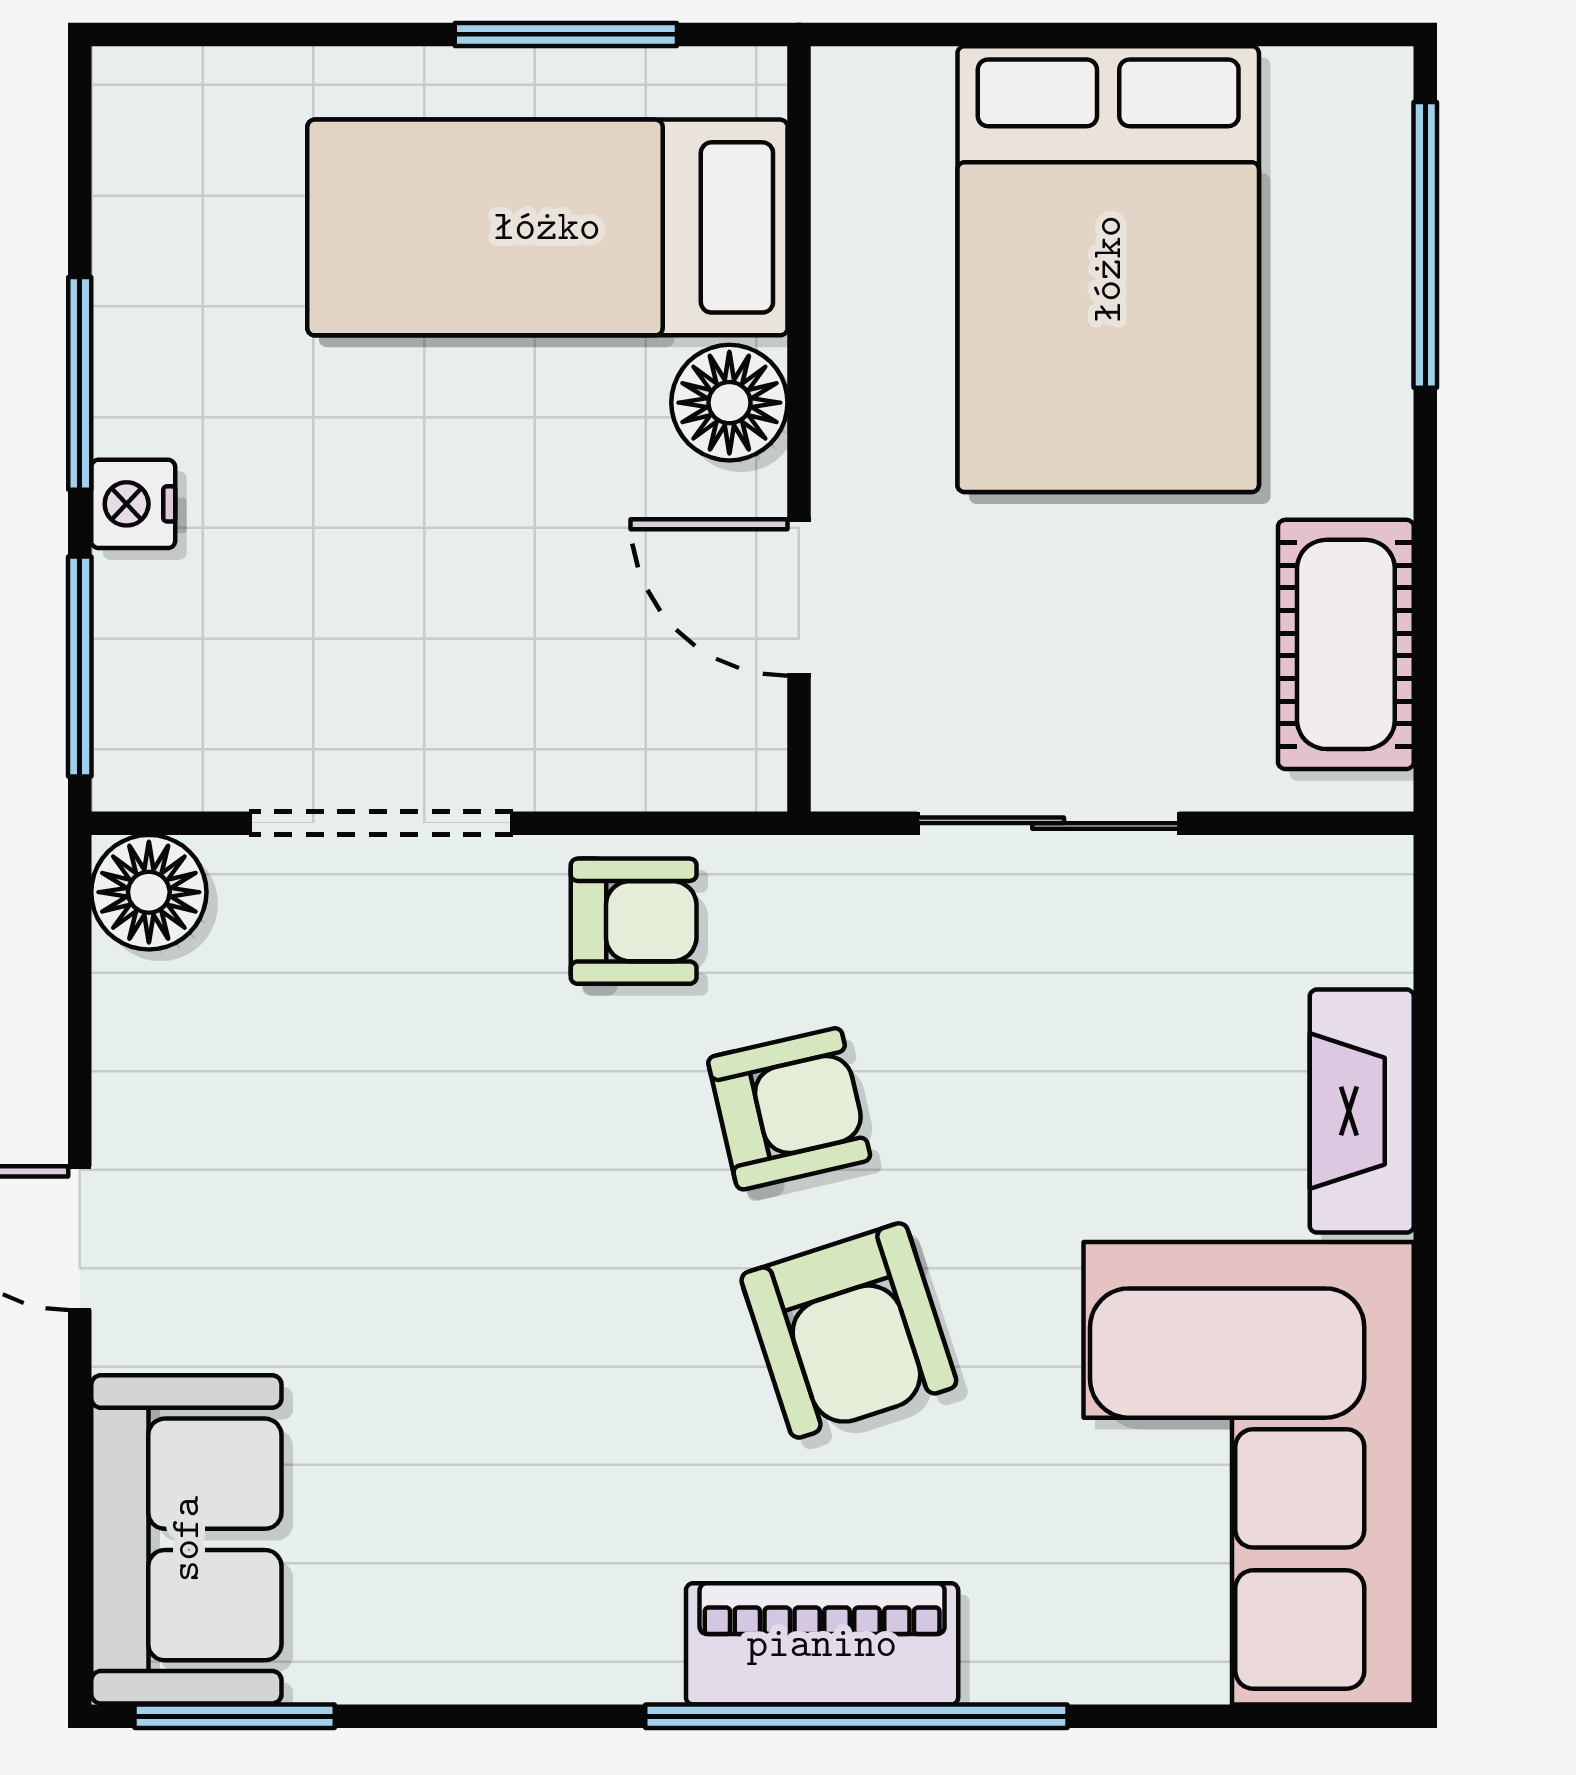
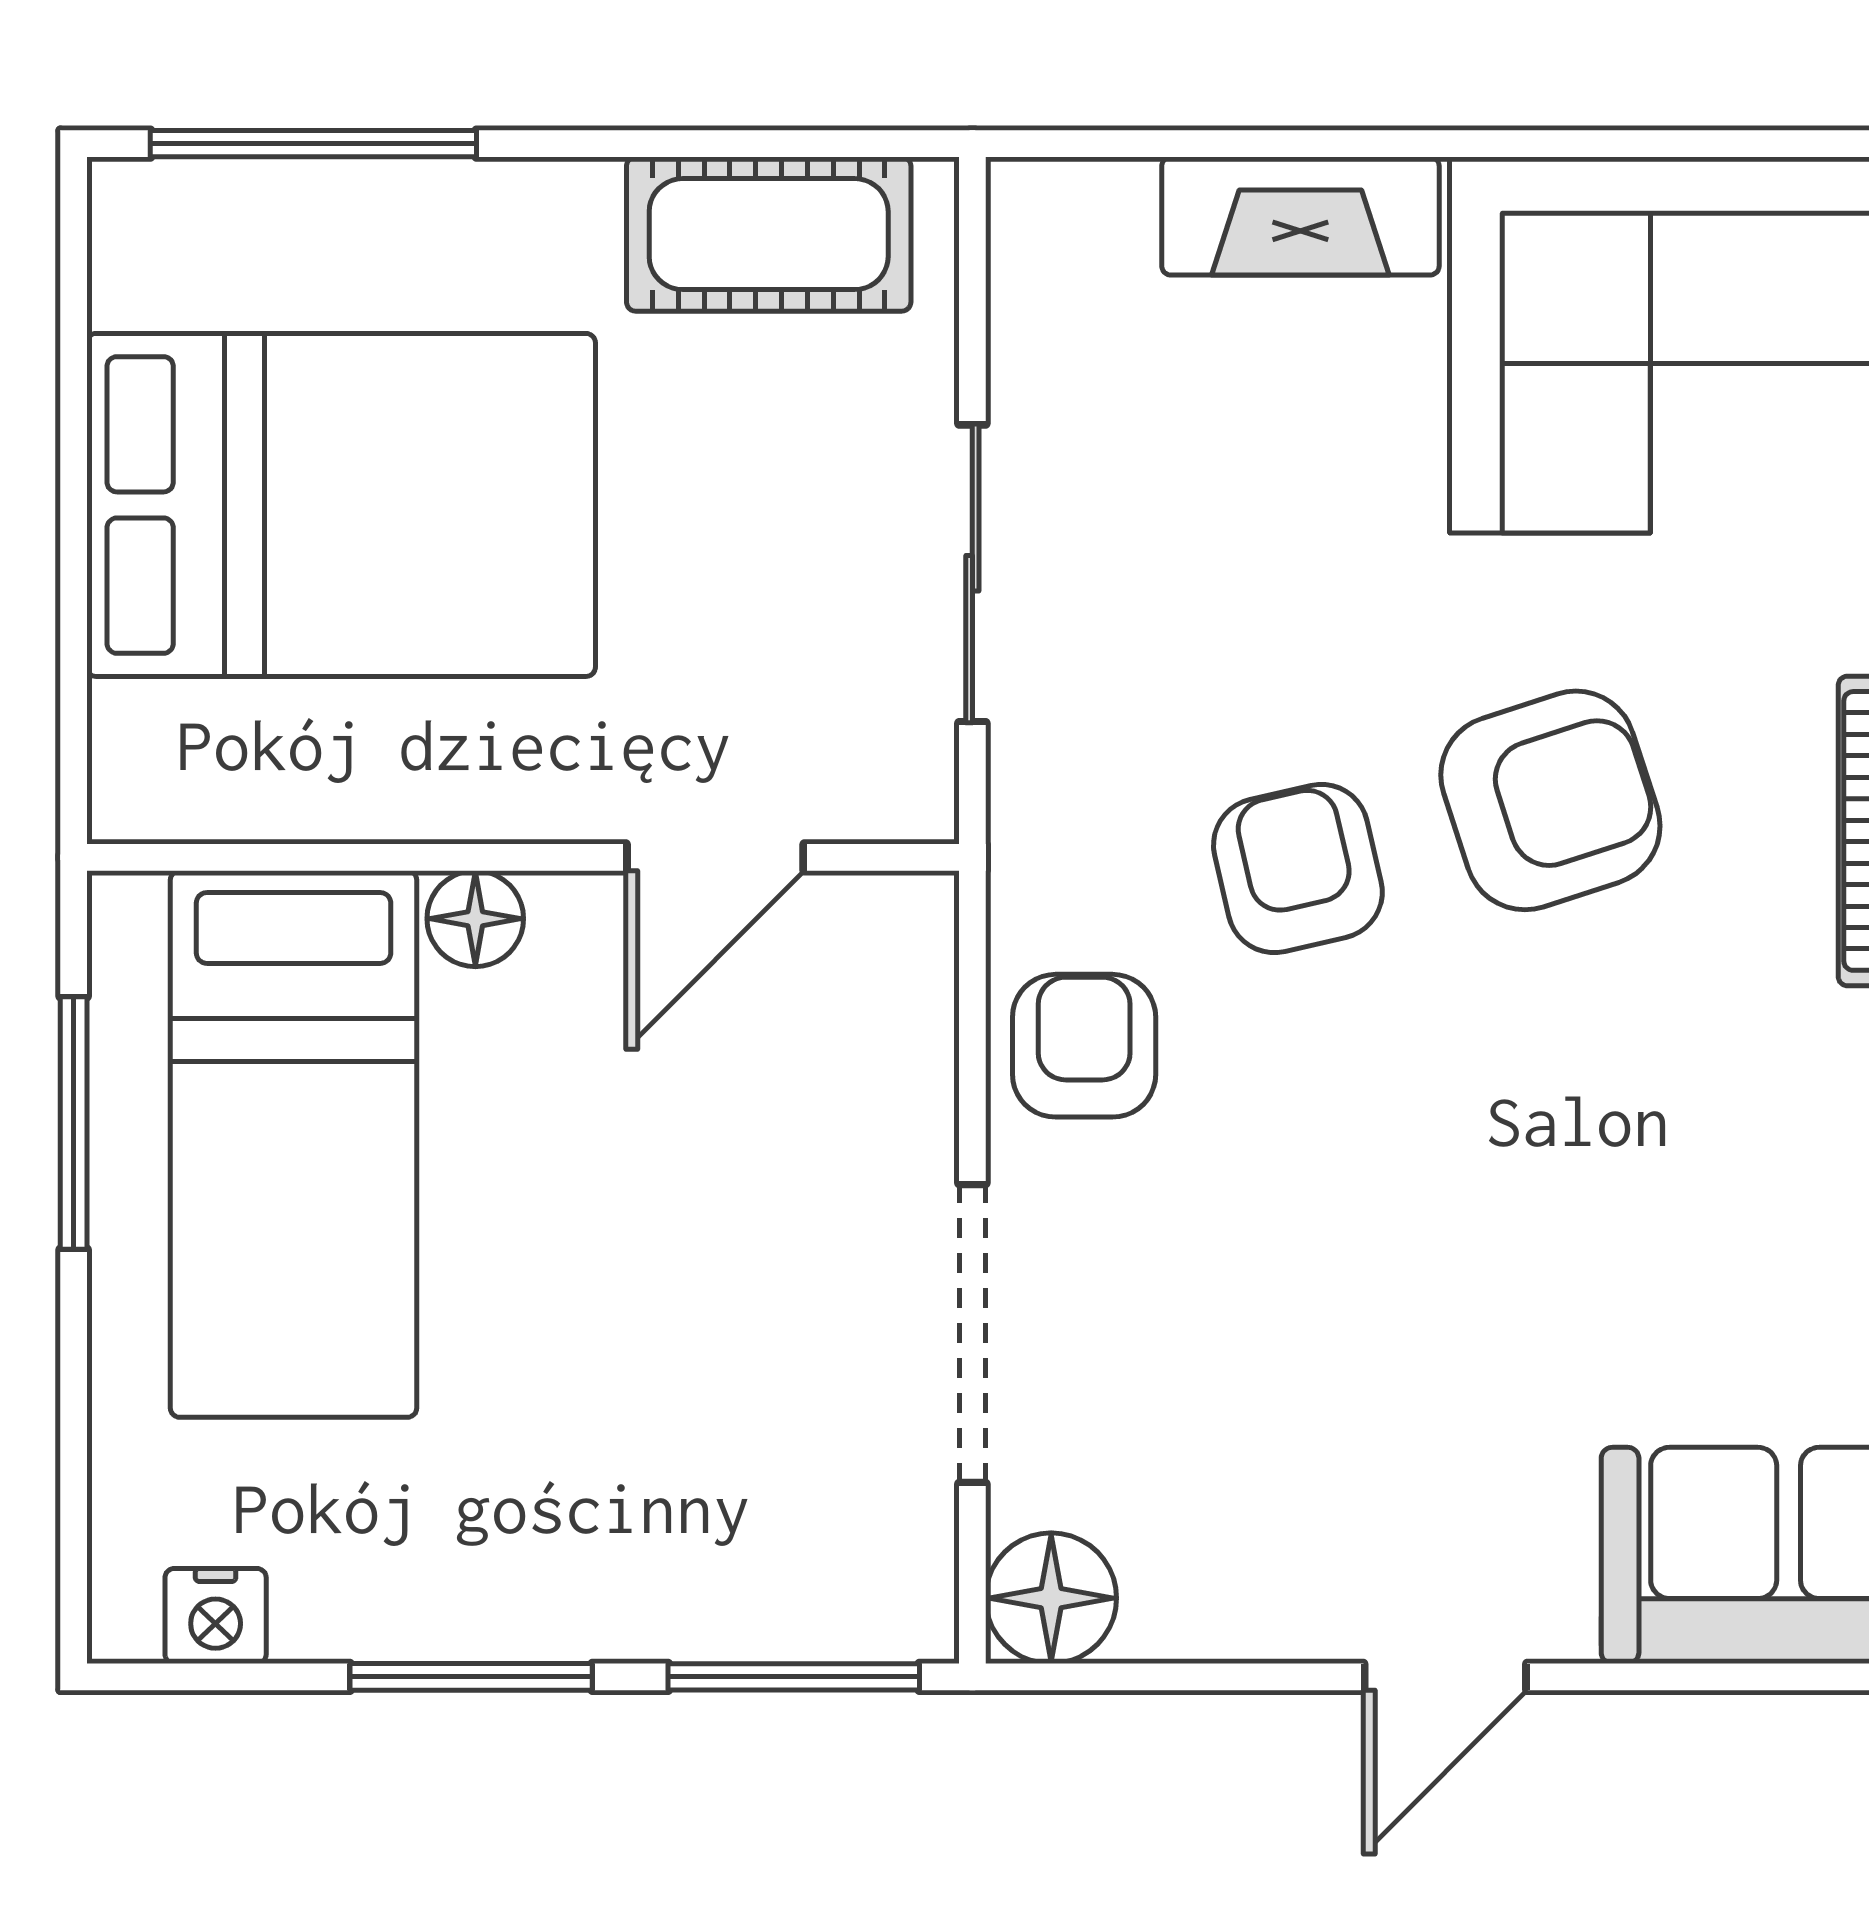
floor lamp: (729, 403) -> (475, 919), width x0.73, depth x0.73
nightstand: (133, 504) -> (216, 1616), moved

